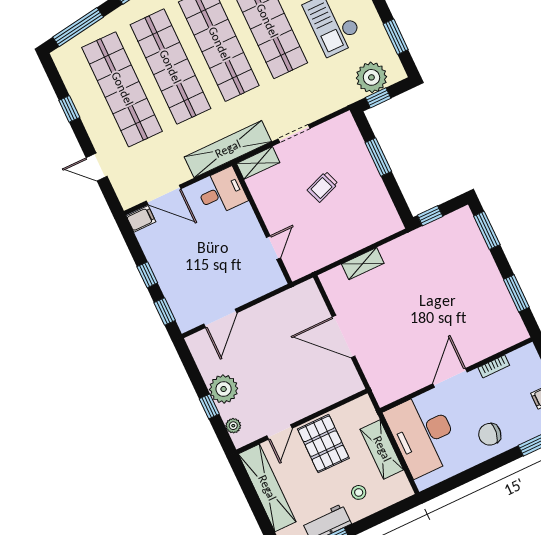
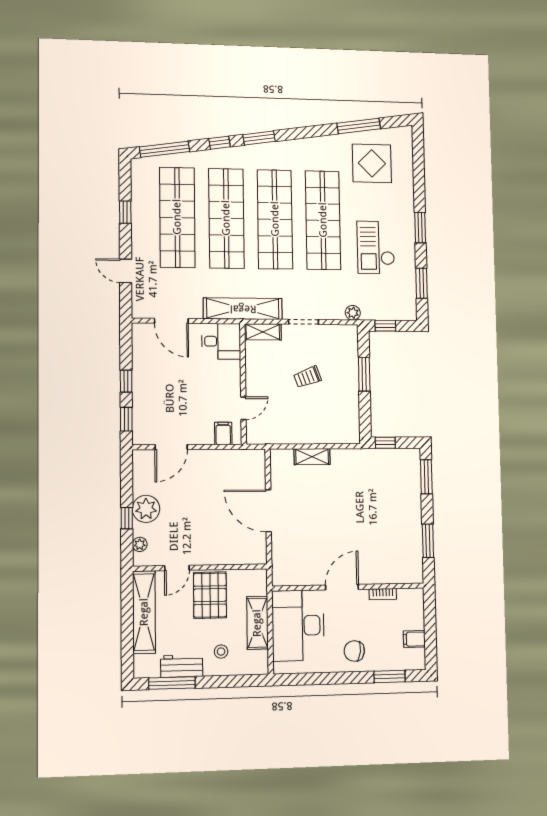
plant: (371, 77) -> (353, 313), moved, width x0.53, depth x0.53
filing cabinet: (141, 219) -> (223, 433), moved, turned -90

